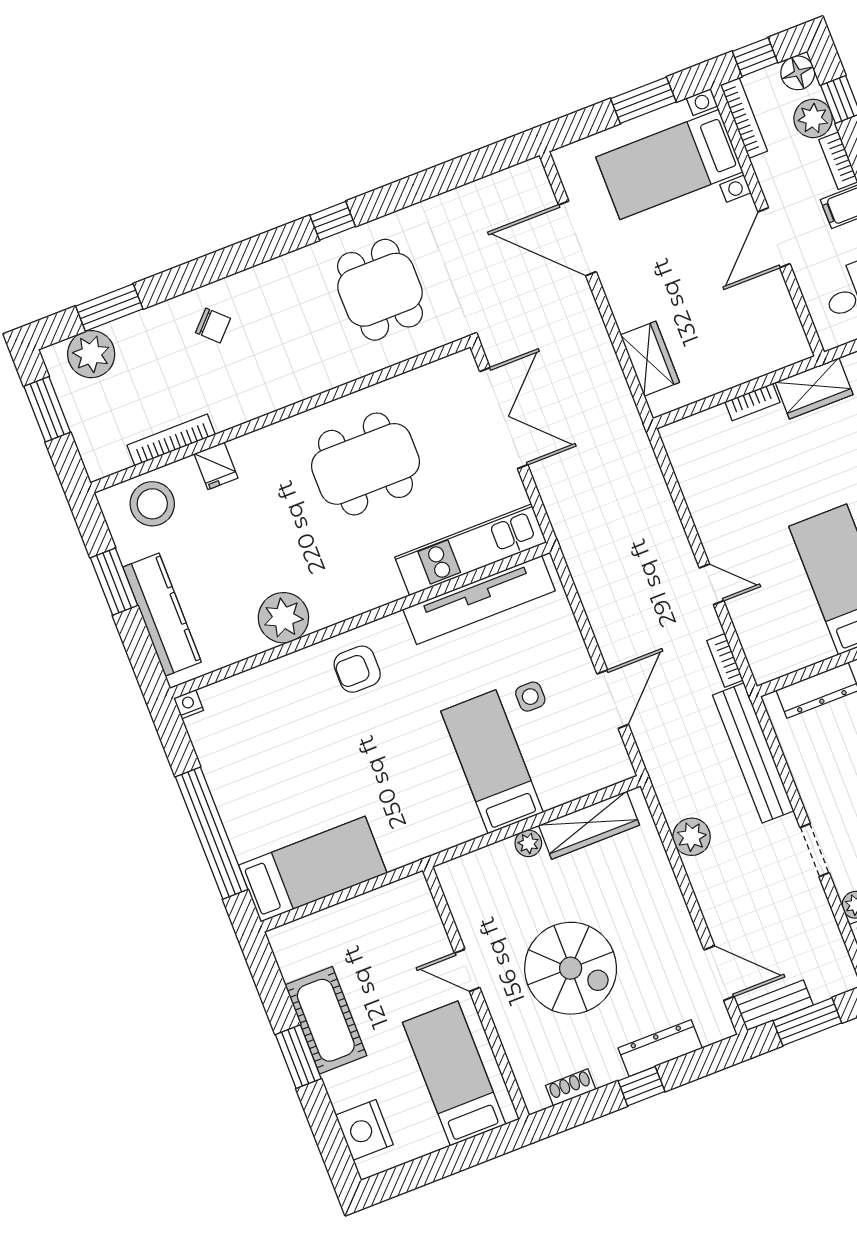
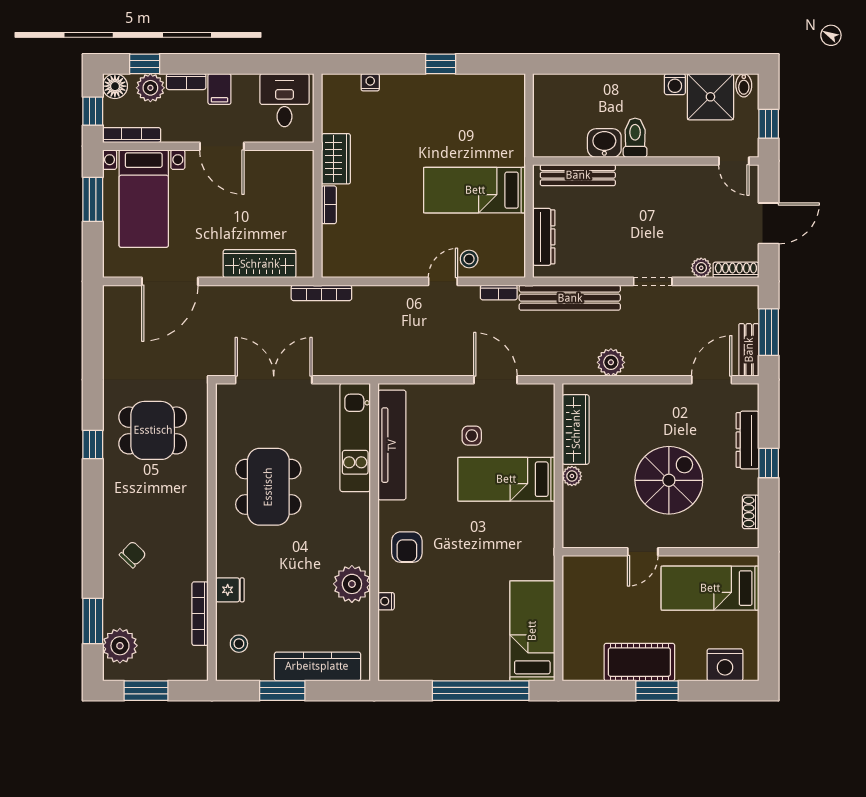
wardrobe: (650, 359) -> (260, 264), width x1.50
bookcase: (637, 436) -> (321, 293), added
stool: (152, 504) -> (239, 644), width x0.53, depth x0.53
stool: (753, 606) -> (469, 259), added
nightstand: (189, 704) -> (386, 601), moved

